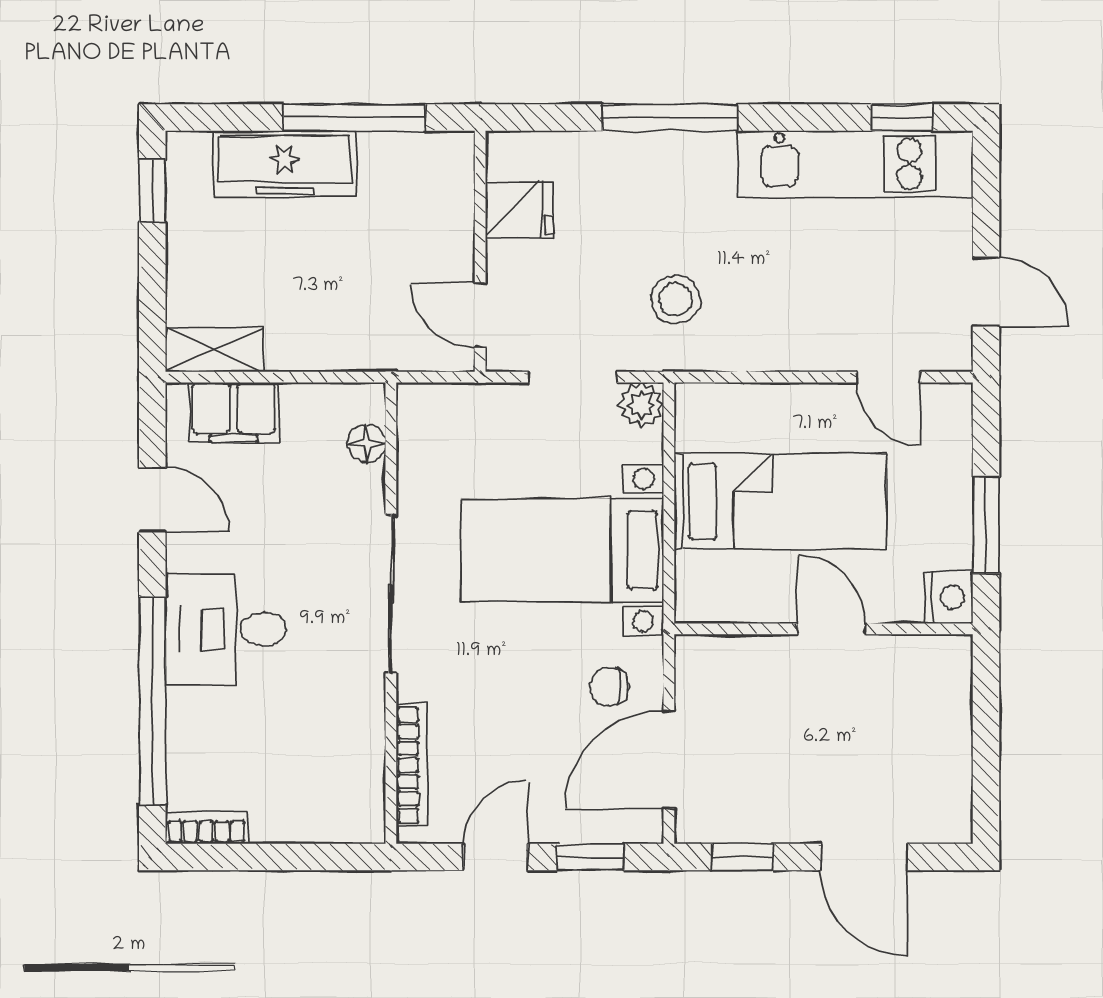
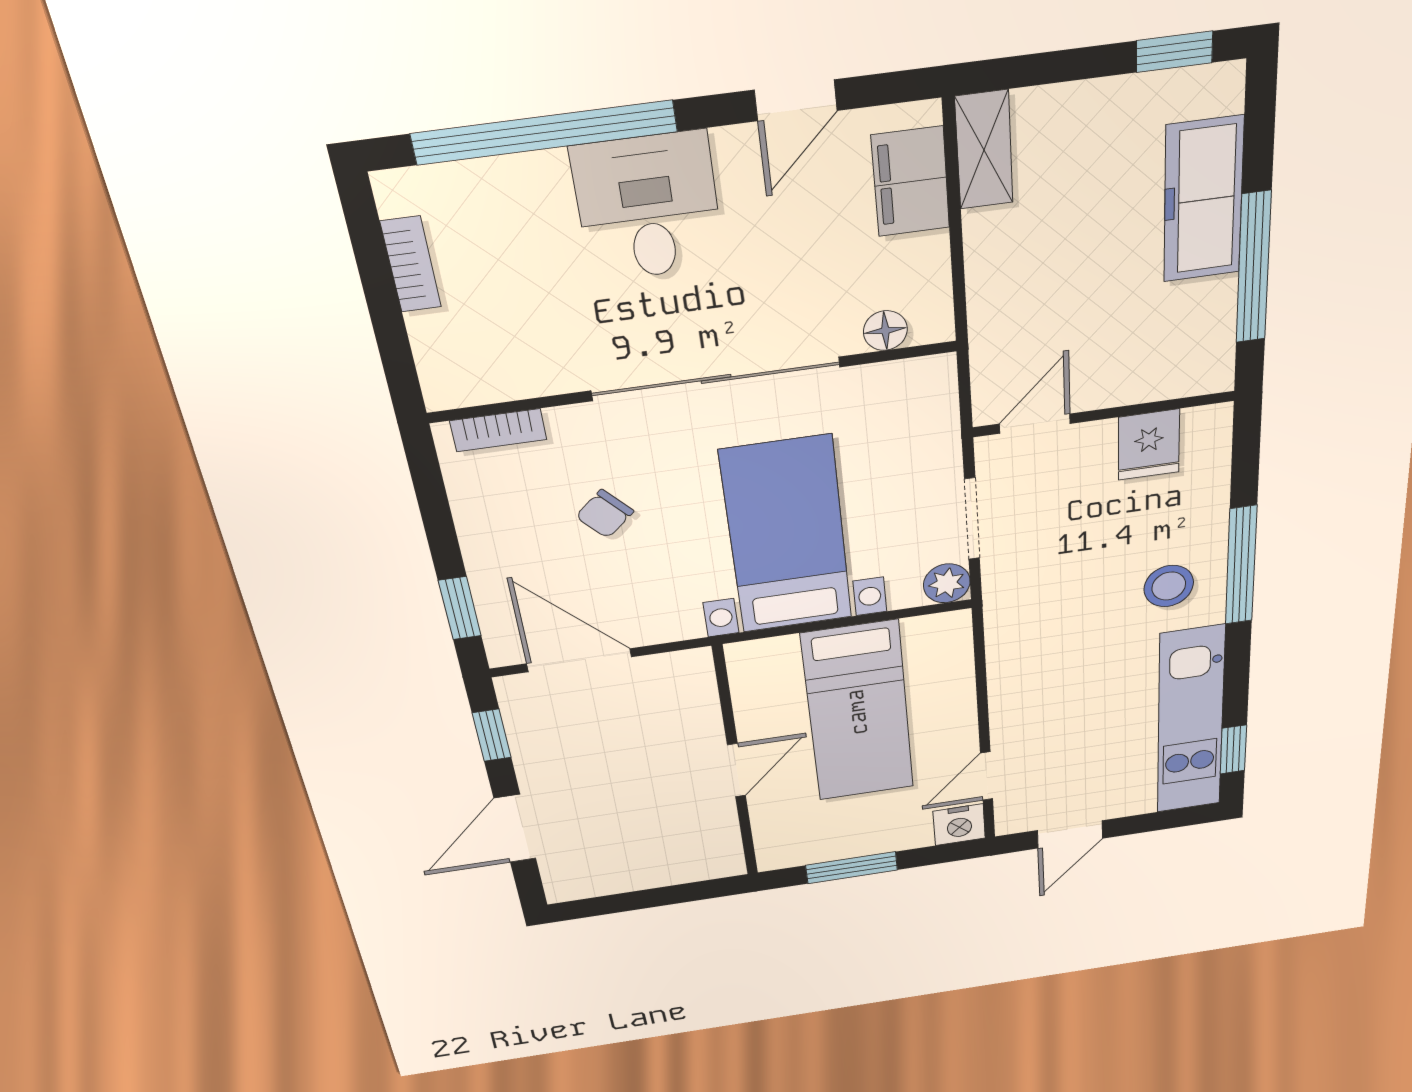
stool: (675, 299) -> (1169, 586), moved
sliding door: (391, 594) -> (716, 379), width x1.36
nightstand: (949, 597) -> (959, 825), moved
chair: (609, 686) -> (605, 514), moved, turned -132
bookcase: (412, 765) -> (498, 430), width x0.64
bookcase: (206, 828) -> (411, 264), moved
door: (496, 857) -> (438, 522), removed

